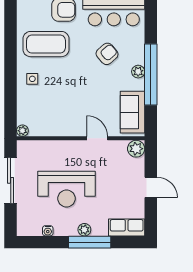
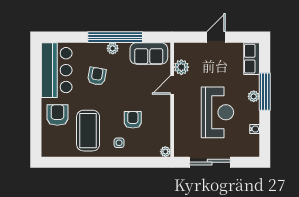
armchair: (107, 54) -> (97, 76), turned 51
armchair: (58, 94) -> (133, 120), added
plant: (136, 149) -> (181, 67), moved

